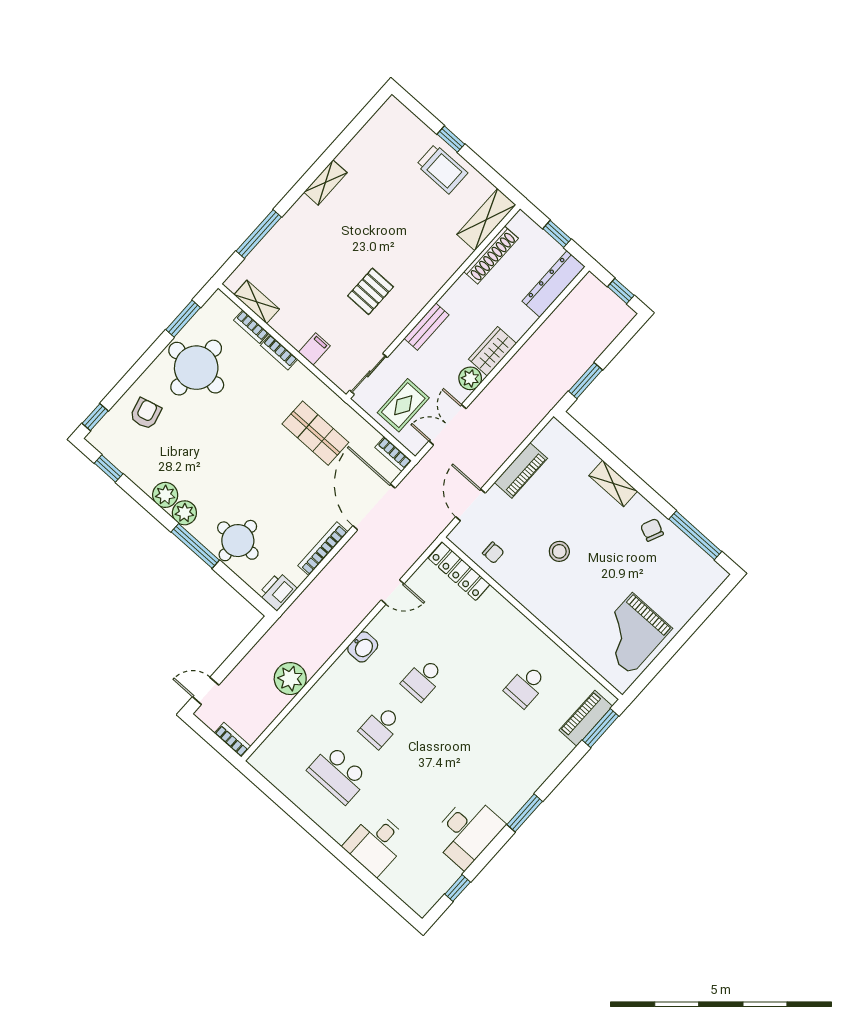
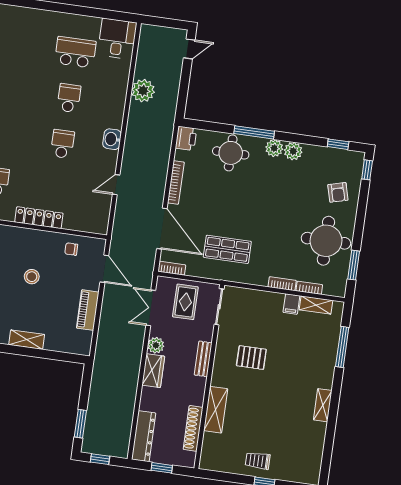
trolley: (442, 169) -> (258, 461), width x0.73, depth x0.72
shelving: (486, 220) -> (216, 410), moved
pallet: (371, 291) -> (251, 358), turned 90
filing cabinet: (314, 349) -> (291, 304), moved
window: (586, 381) -> (80, 424), moved
double door: (447, 425) -> (151, 308), swing flipped
locker: (459, 571) -> (39, 218), moved
bookcase: (233, 740) -> (153, 30), removed
desk: (376, 843) -> (117, 39), moved

